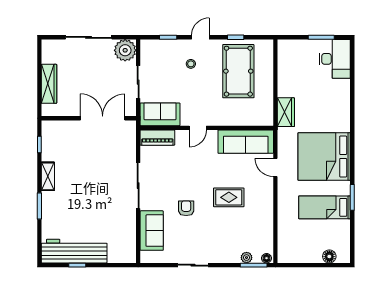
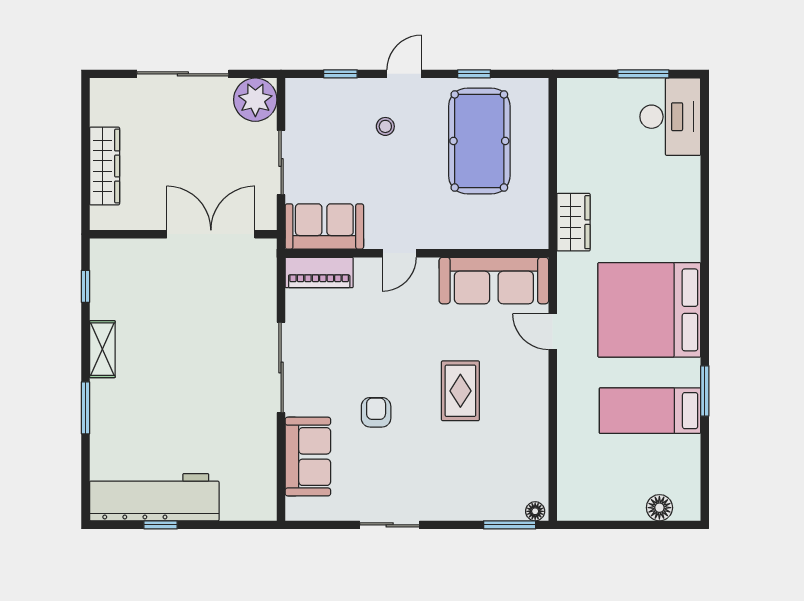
rug: (229, 197) -> (460, 391), turned 90
plant: (247, 258) -> (496, 510), removed

